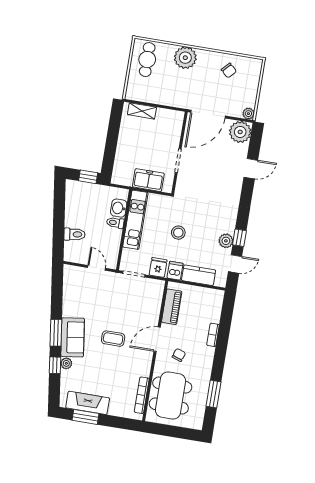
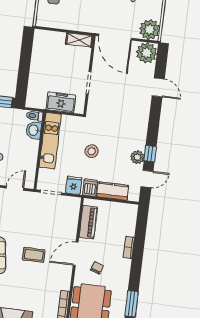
shelving: (142, 111) -> (79, 40), moved
door: (208, 114) -> (115, 37), hinge flipped
plant: (248, 114) -> (150, 30), width x1.88, depth x1.88
door: (251, 169) -> (158, 87), hinge flipped
toilet: (115, 223) -> (35, 116), moved
door: (96, 268) -> (15, 188), hinge flipped

